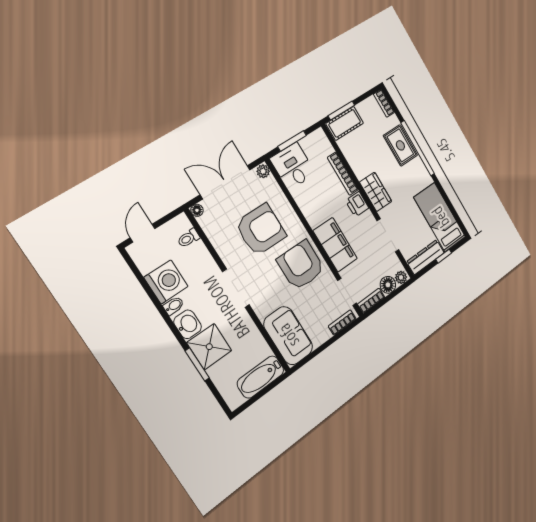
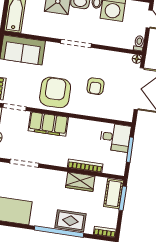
plant: (263, 171) -> (127, 116), removed
wardrobe: (376, 192) -> (80, 182), moved
printer: (357, 204) -> (60, 159), removed
armchair: (261, 230) -> (95, 86), width x0.53, depth x0.53
toilet: (189, 238) -> (139, 43), moved
armchair: (301, 265) -> (55, 92), turned -90

